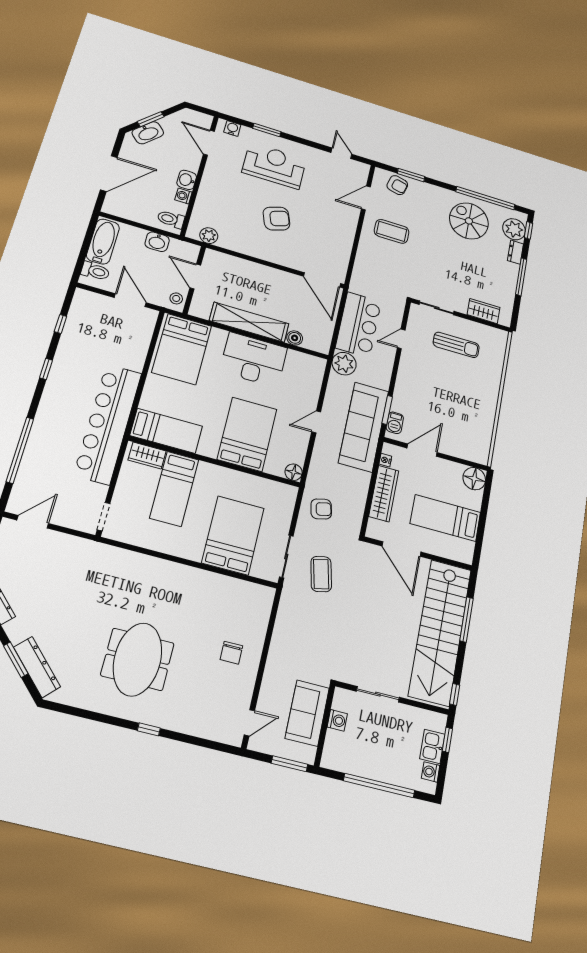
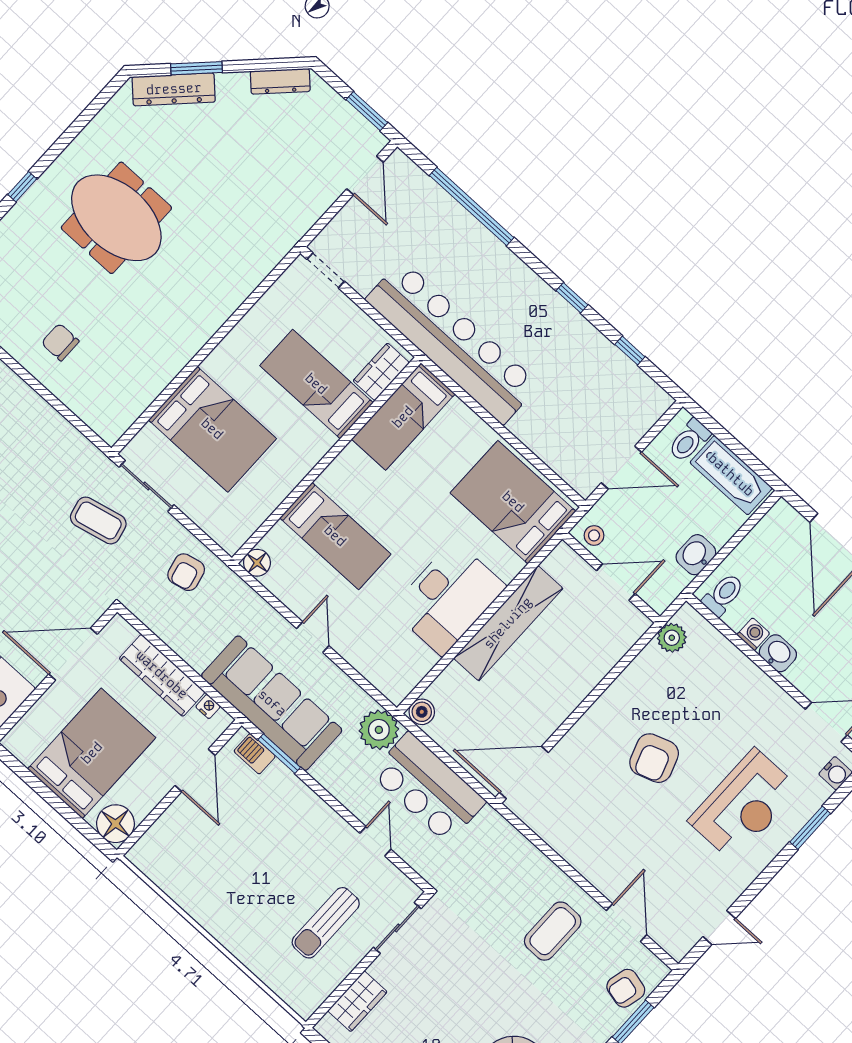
boiler: (295, 338) -> (422, 712), moved
bed: (247, 434) -> (335, 536), width x0.67
bed: (445, 518) -> (92, 753), width x1.50

